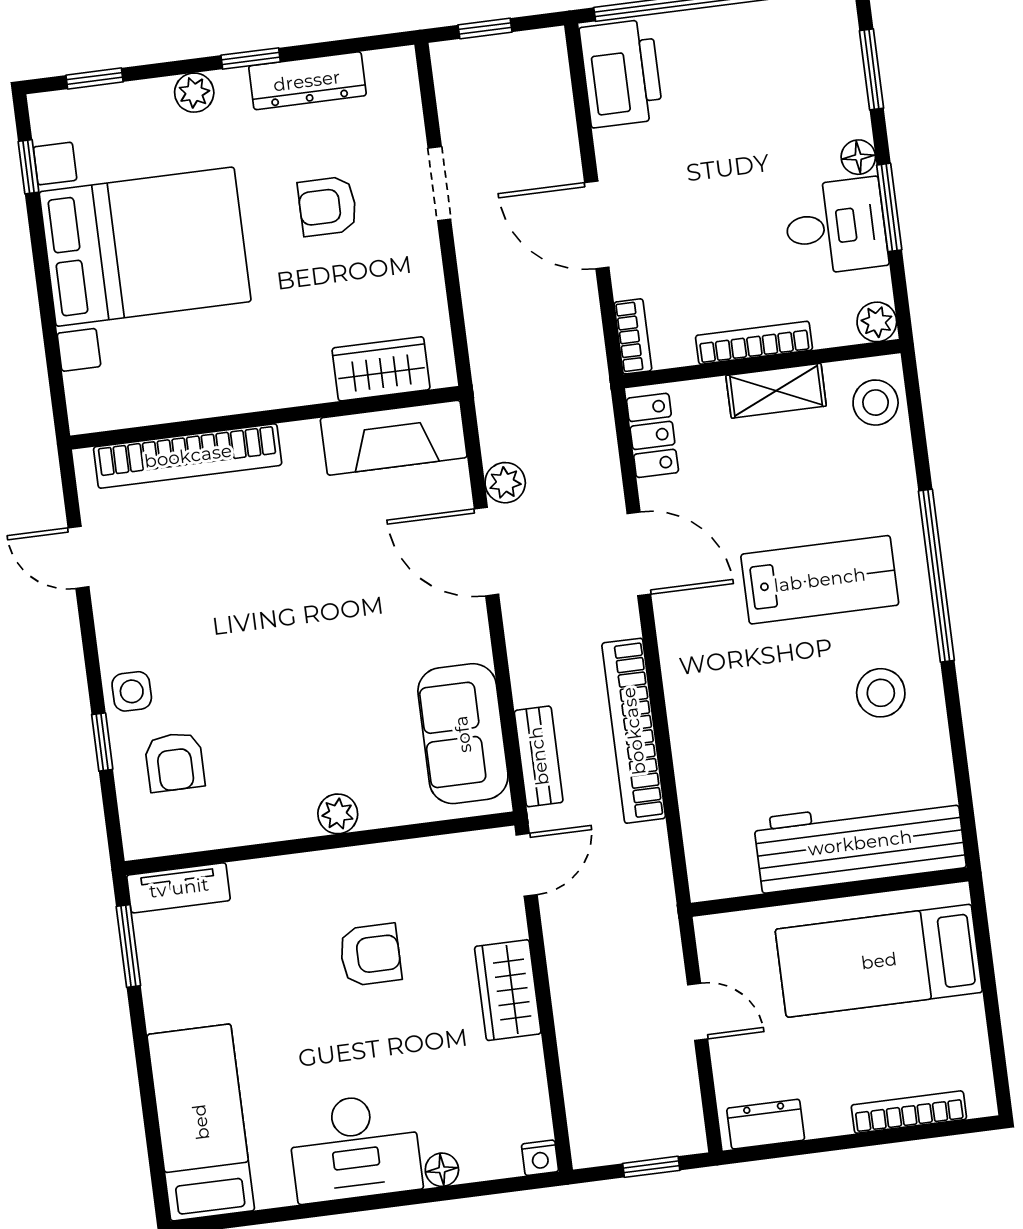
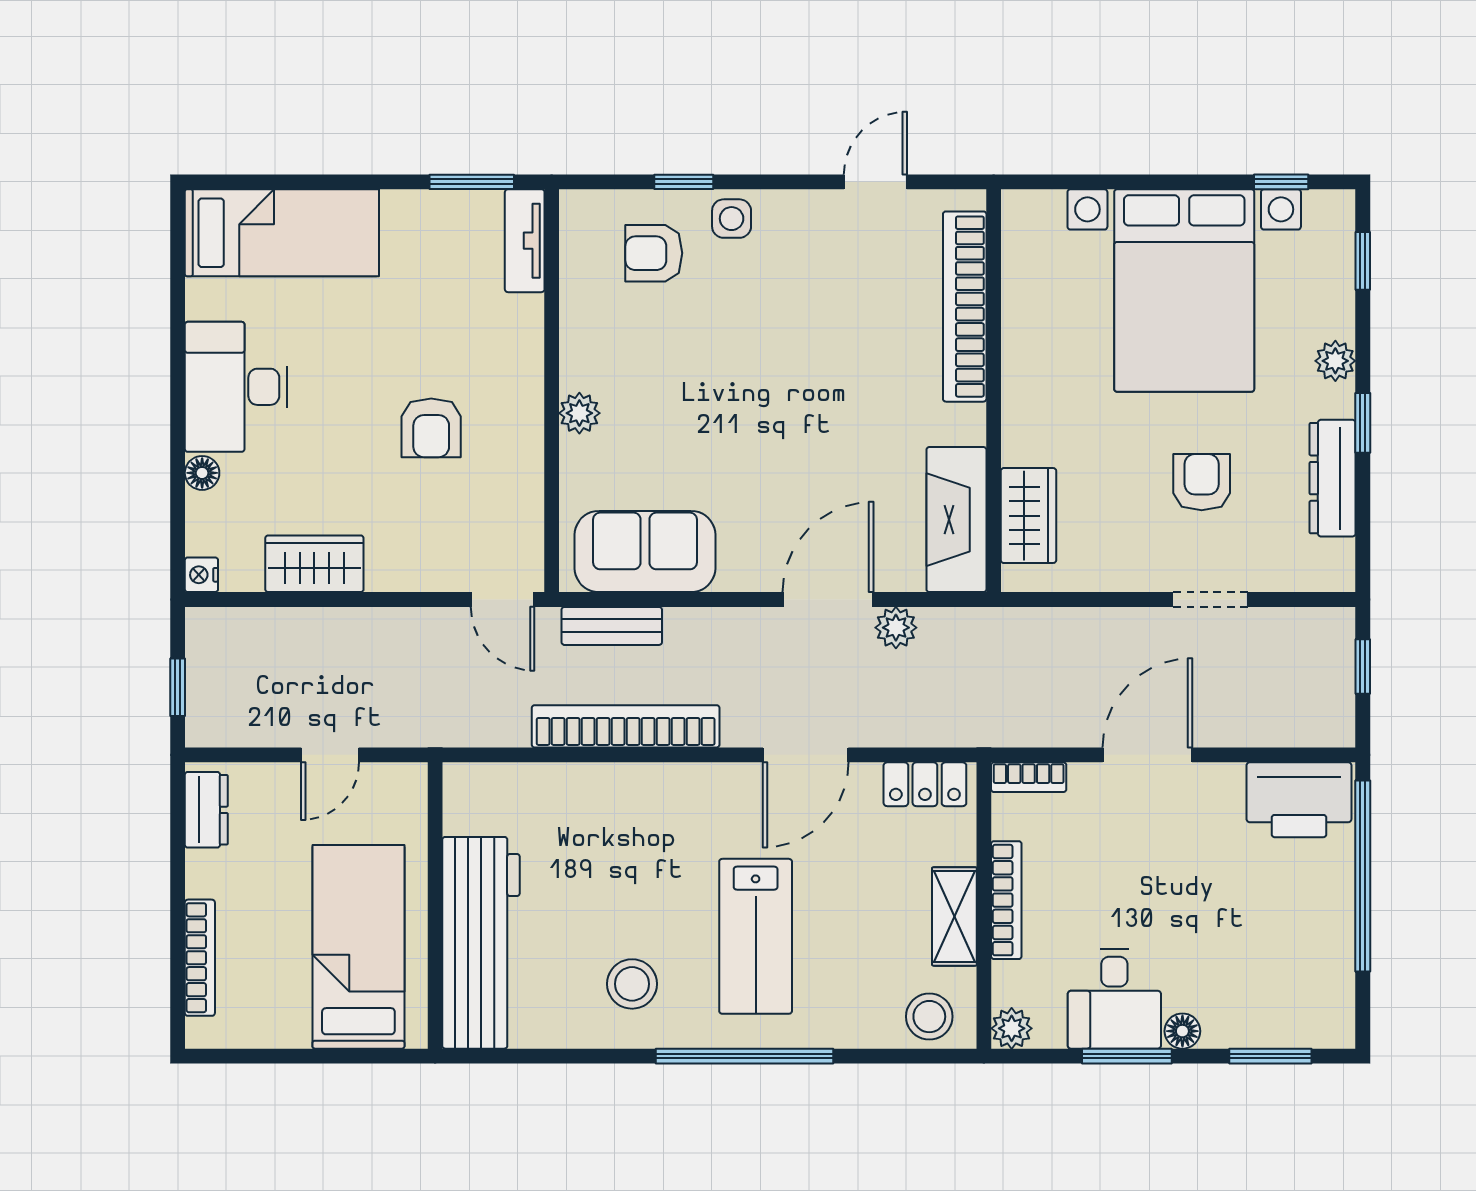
wardrobe: (508, 990) -> (314, 564), moved

